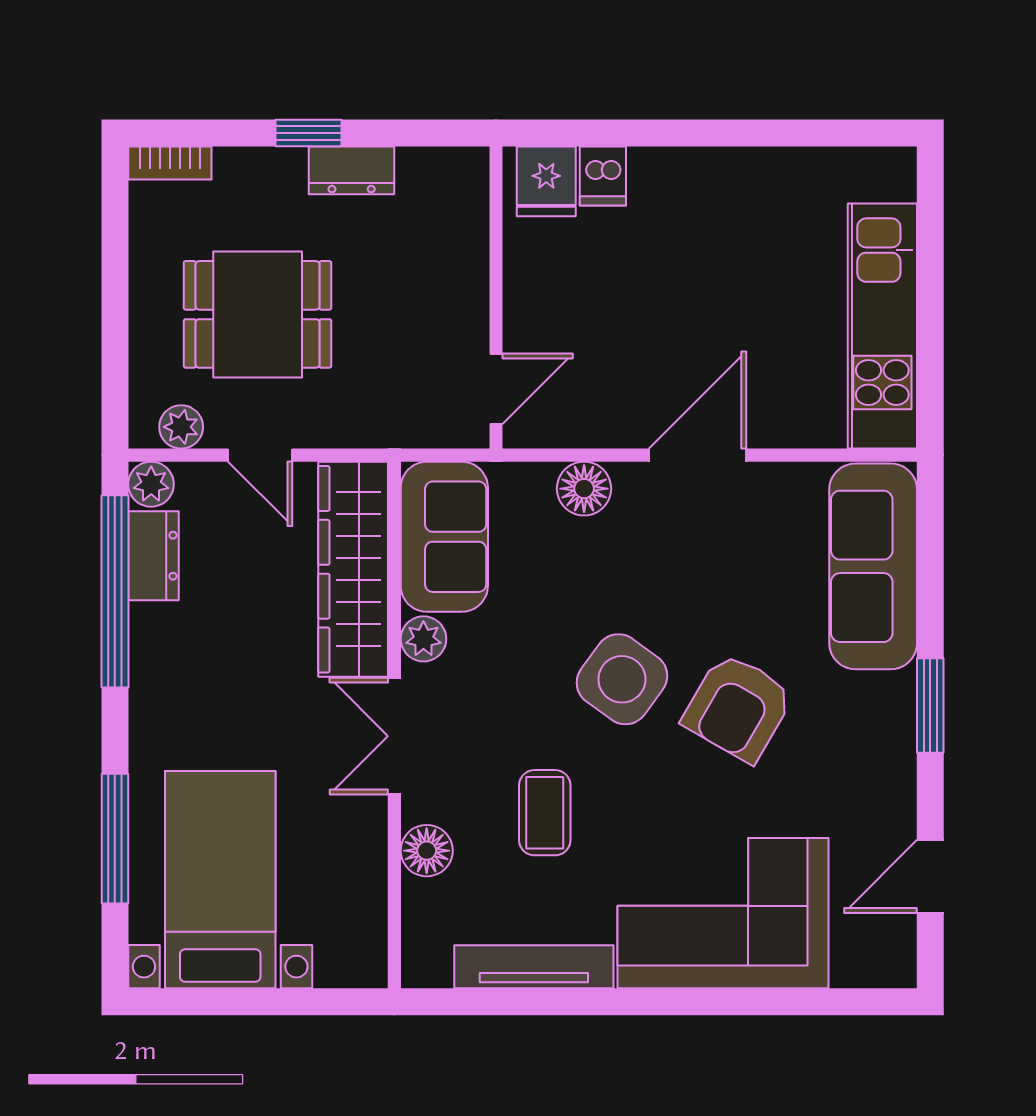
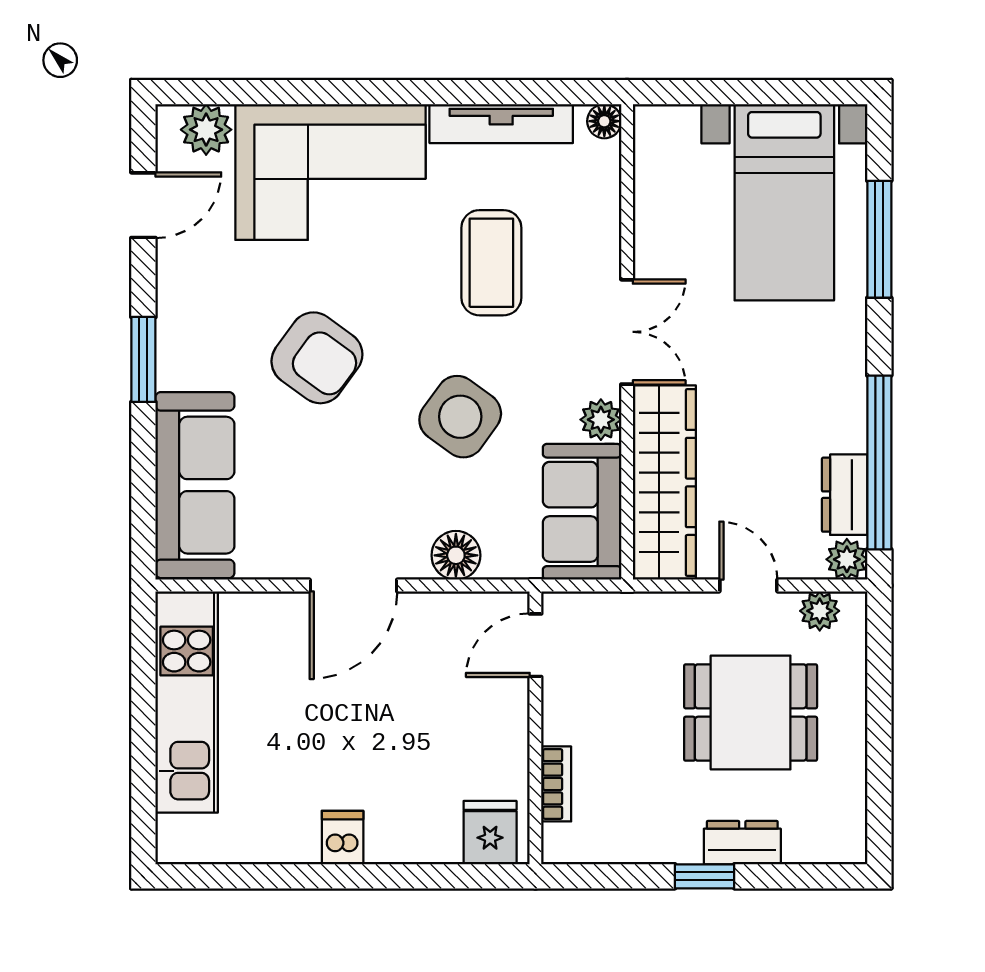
bookcase: (170, 163) -> (556, 784), moved, turned 90
dresser: (352, 170) -> (742, 843), moved
dishwasher: (603, 176) -> (343, 838), moved
side table: (622, 679) -> (460, 417), moved
armchair: (738, 707) -> (317, 358), turned 96
coffee table: (545, 813) -> (491, 263), width x1.36, depth x1.30
floor lamp: (427, 851) -> (604, 121), moved, width x0.73, depth x0.73
plant: (861, 960) -> (206, 130), added

